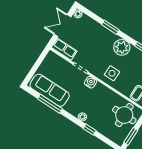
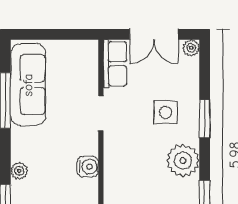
double door: (63, 26) -> (154, 34), swing flipped
side table: (112, 73) -> (166, 112), moved
water cooler: (90, 82) -> (88, 167), moved

